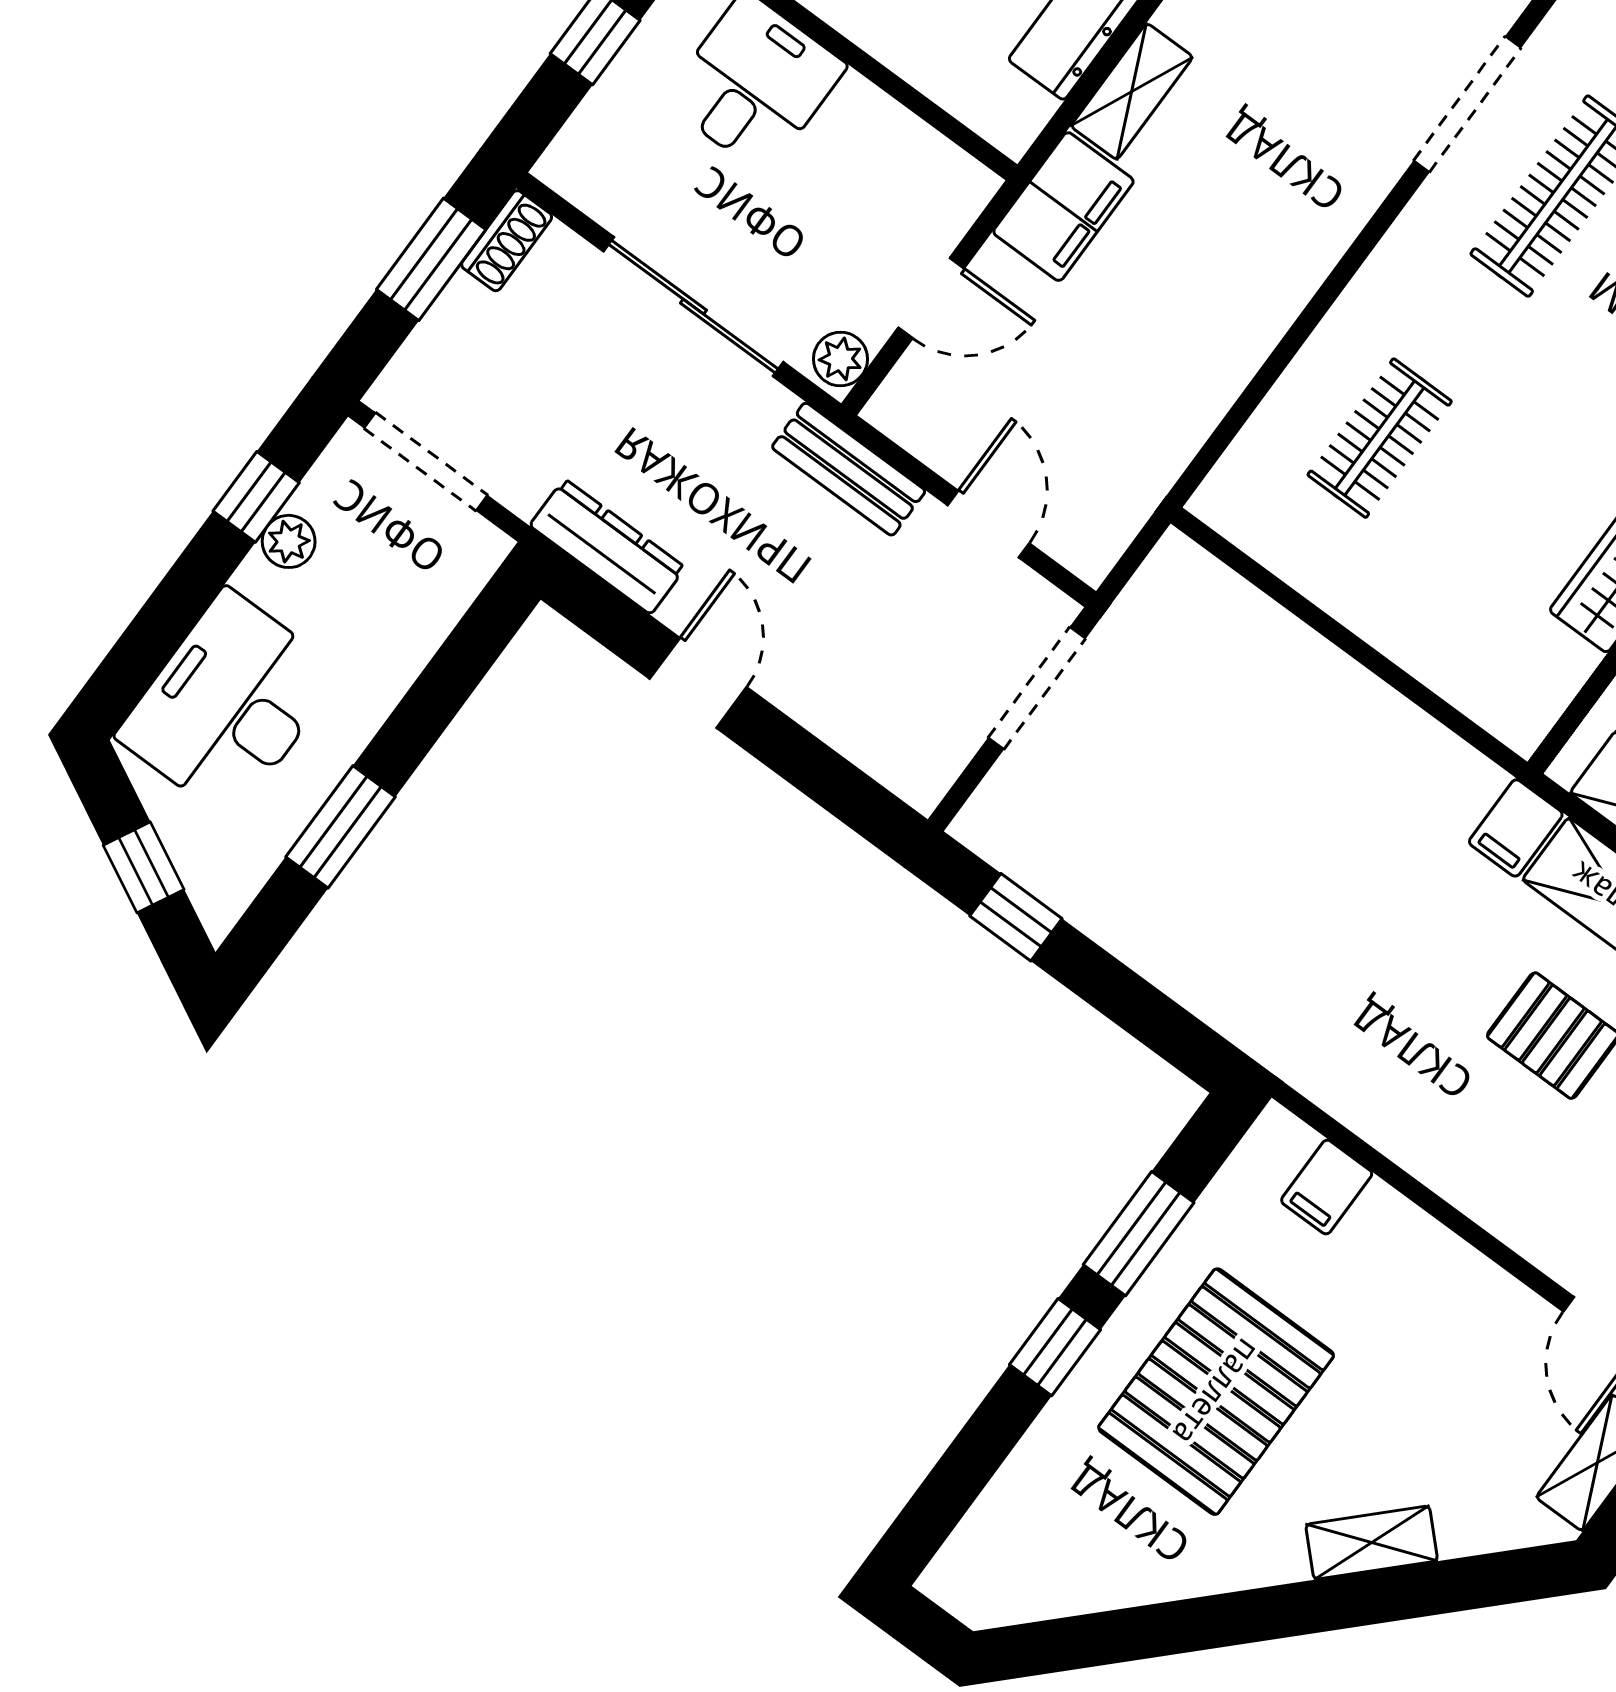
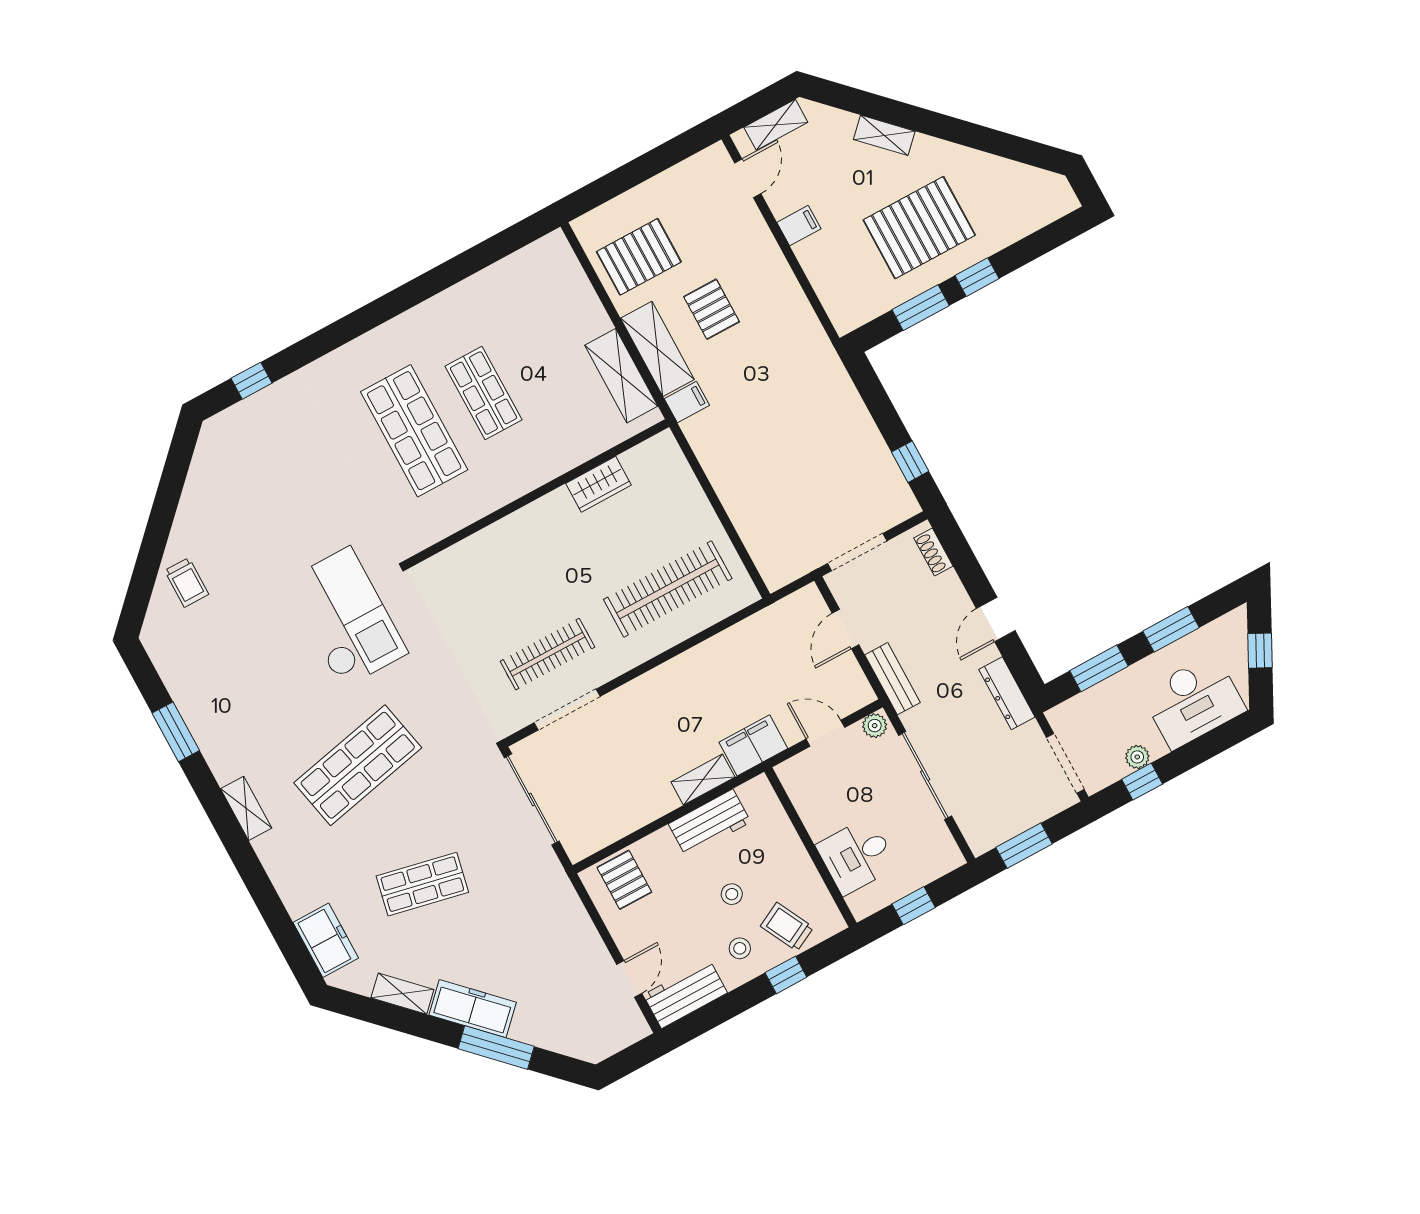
shoe rack: (507, 241) -> (933, 552), moved, turned -90
clothes rail: (1380, 438) -> (668, 589), width x1.86, depth x1.31
window: (447, 682) -> (1099, 668), added
filing cabinet: (1327, 1187) -> (799, 226), moved

